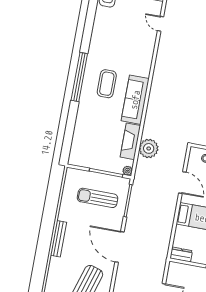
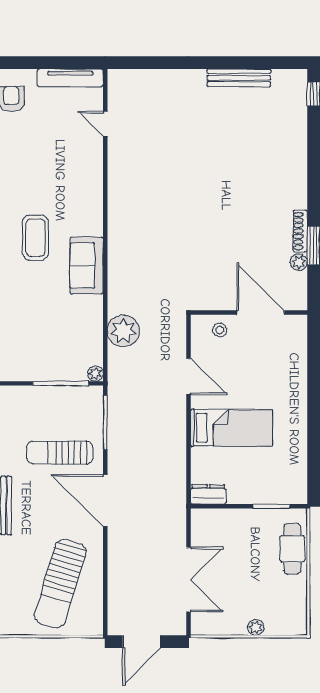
sofa: (135, 100) -> (87, 266), width x0.73
fireplace: (130, 141) -> (91, 325), removed
sun lounger: (98, 198) -> (60, 452), moved

